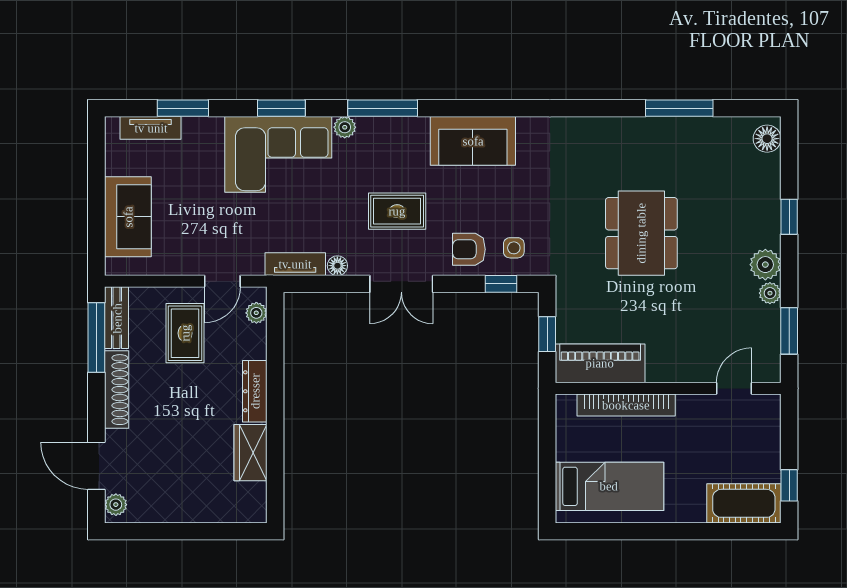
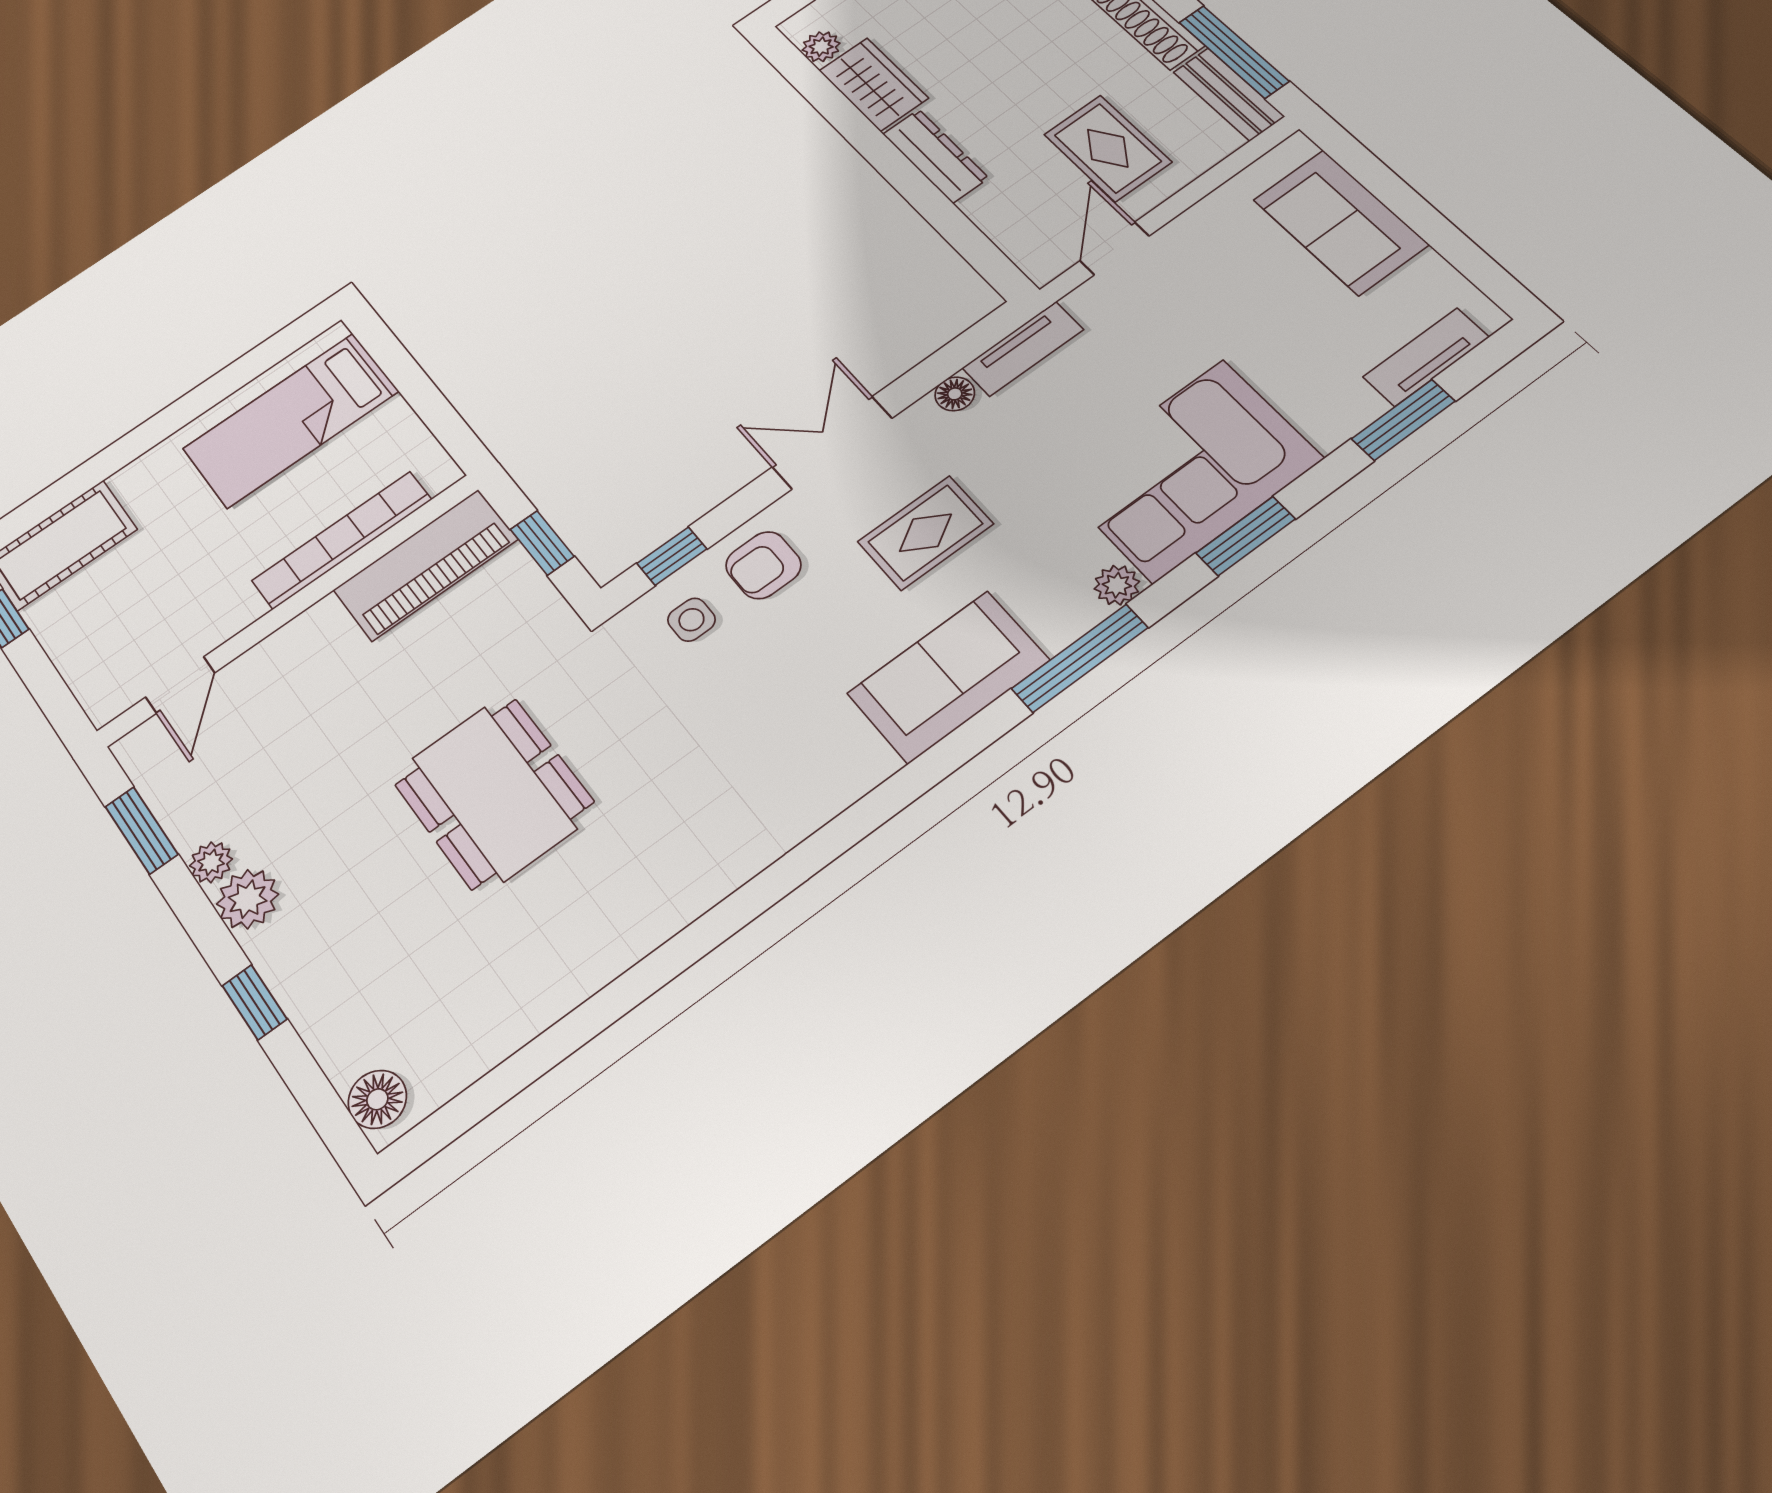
window: (679, 108) -> (570, 1034), removed
sofa: (473, 141) -> (948, 677), moved
armchair: (469, 249) -> (763, 565), turned 180
plant: (256, 313) -> (821, 47), moved

